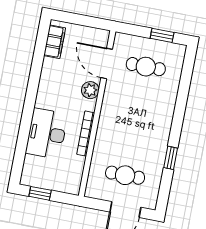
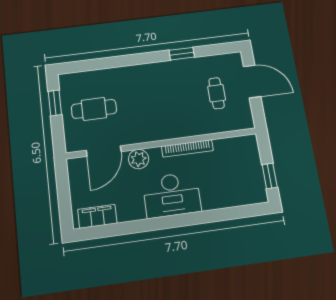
cafe table: (146, 67) -> (94, 109), turned 90
desk: (47, 134) -> (172, 195), moved
cafe table: (125, 175) -> (217, 93), width x0.73, depth x0.74

